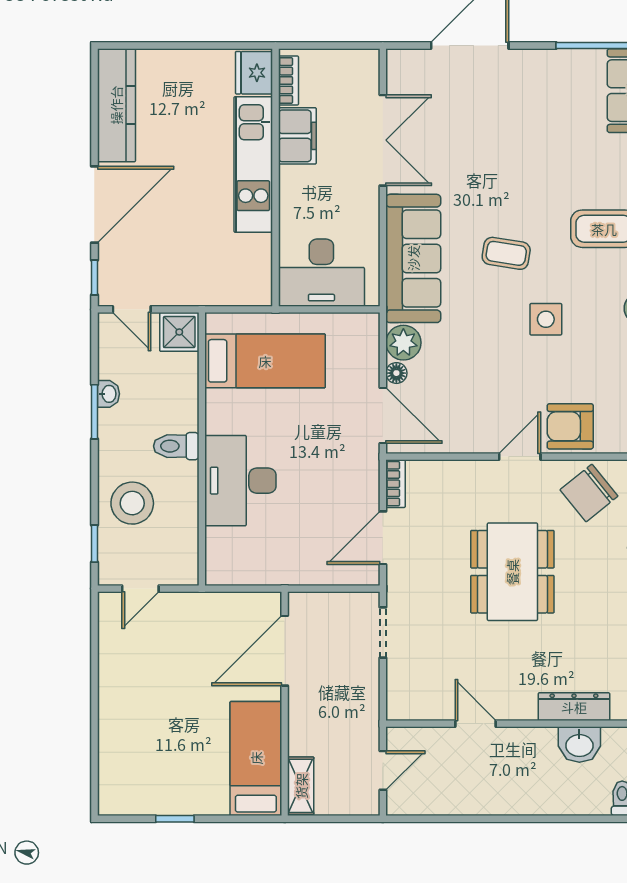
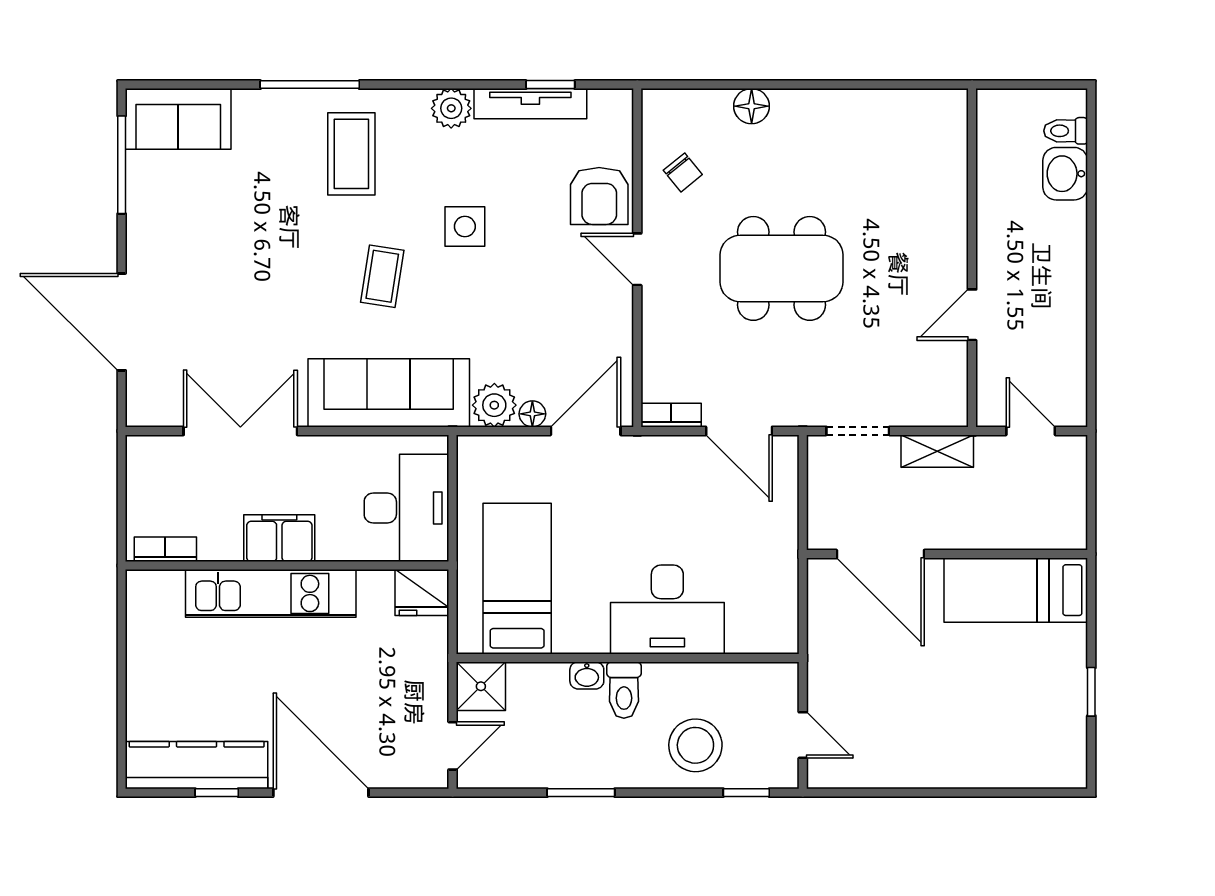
fridge: (254, 73) -> (422, 593), moved
filing cabinet: (297, 136) -> (279, 538), moved
window: (94, 277) -> (217, 793), moved
washbasin: (108, 394) -> (587, 675), moved, turned 180
chair: (589, 493) -> (683, 172), width x0.54, depth x0.54
dresser: (574, 707) -> (951, 191), removed
washbasin: (579, 744) -> (1065, 174), moved, turned 180
shelving: (301, 786) -> (937, 451), moved

